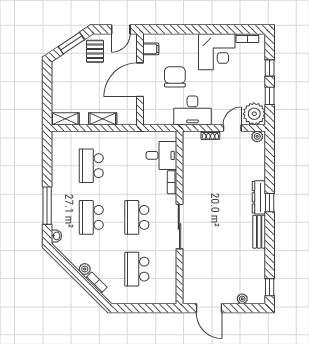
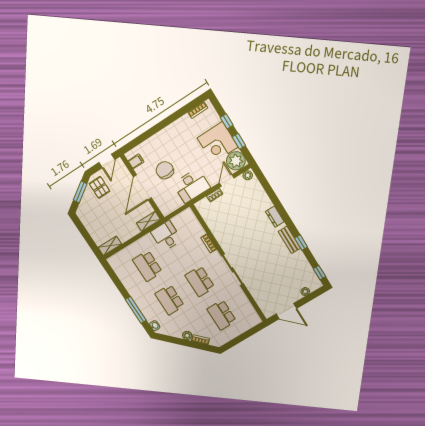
corner desk: (217, 52) -> (218, 142), moved, turned 90
shelving: (103, 119) -> (148, 221), moved
desk: (161, 155) -> (166, 236), moved, turned -90
dresser: (259, 197) -> (275, 217), width x0.70
window: (270, 203) -> (301, 243), moved

